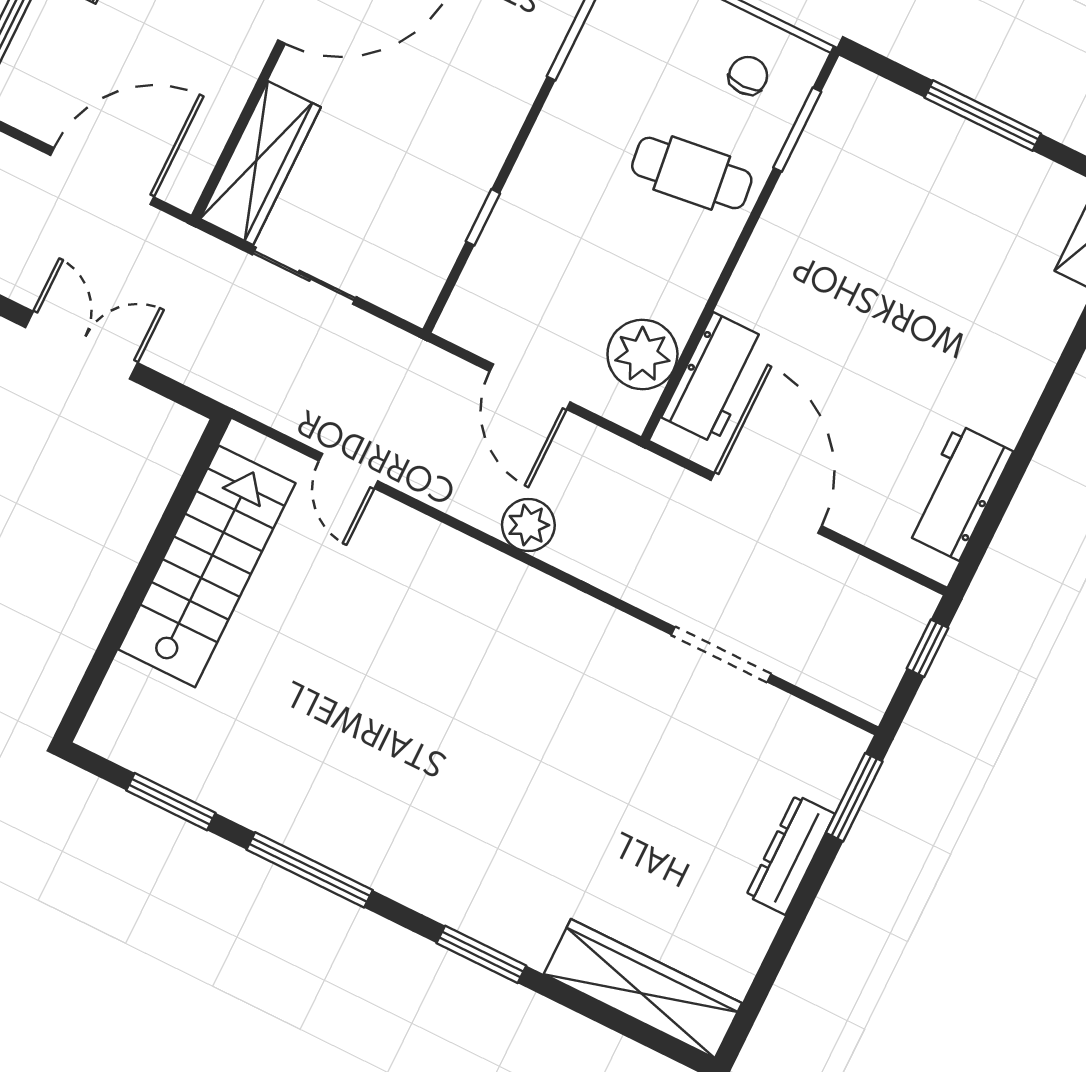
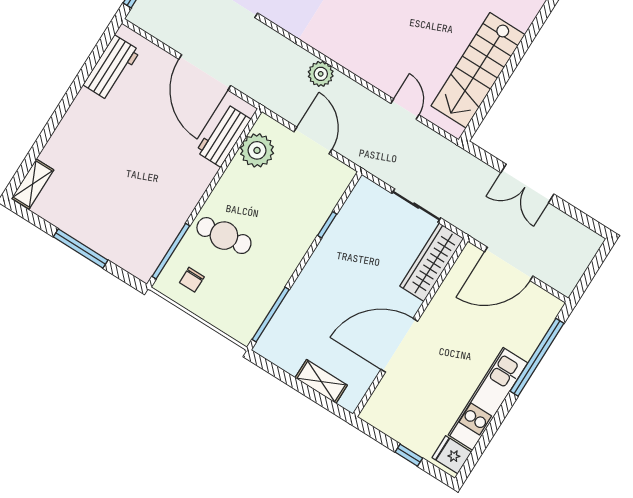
window: (797, 130) -> (171, 251), width x1.44

